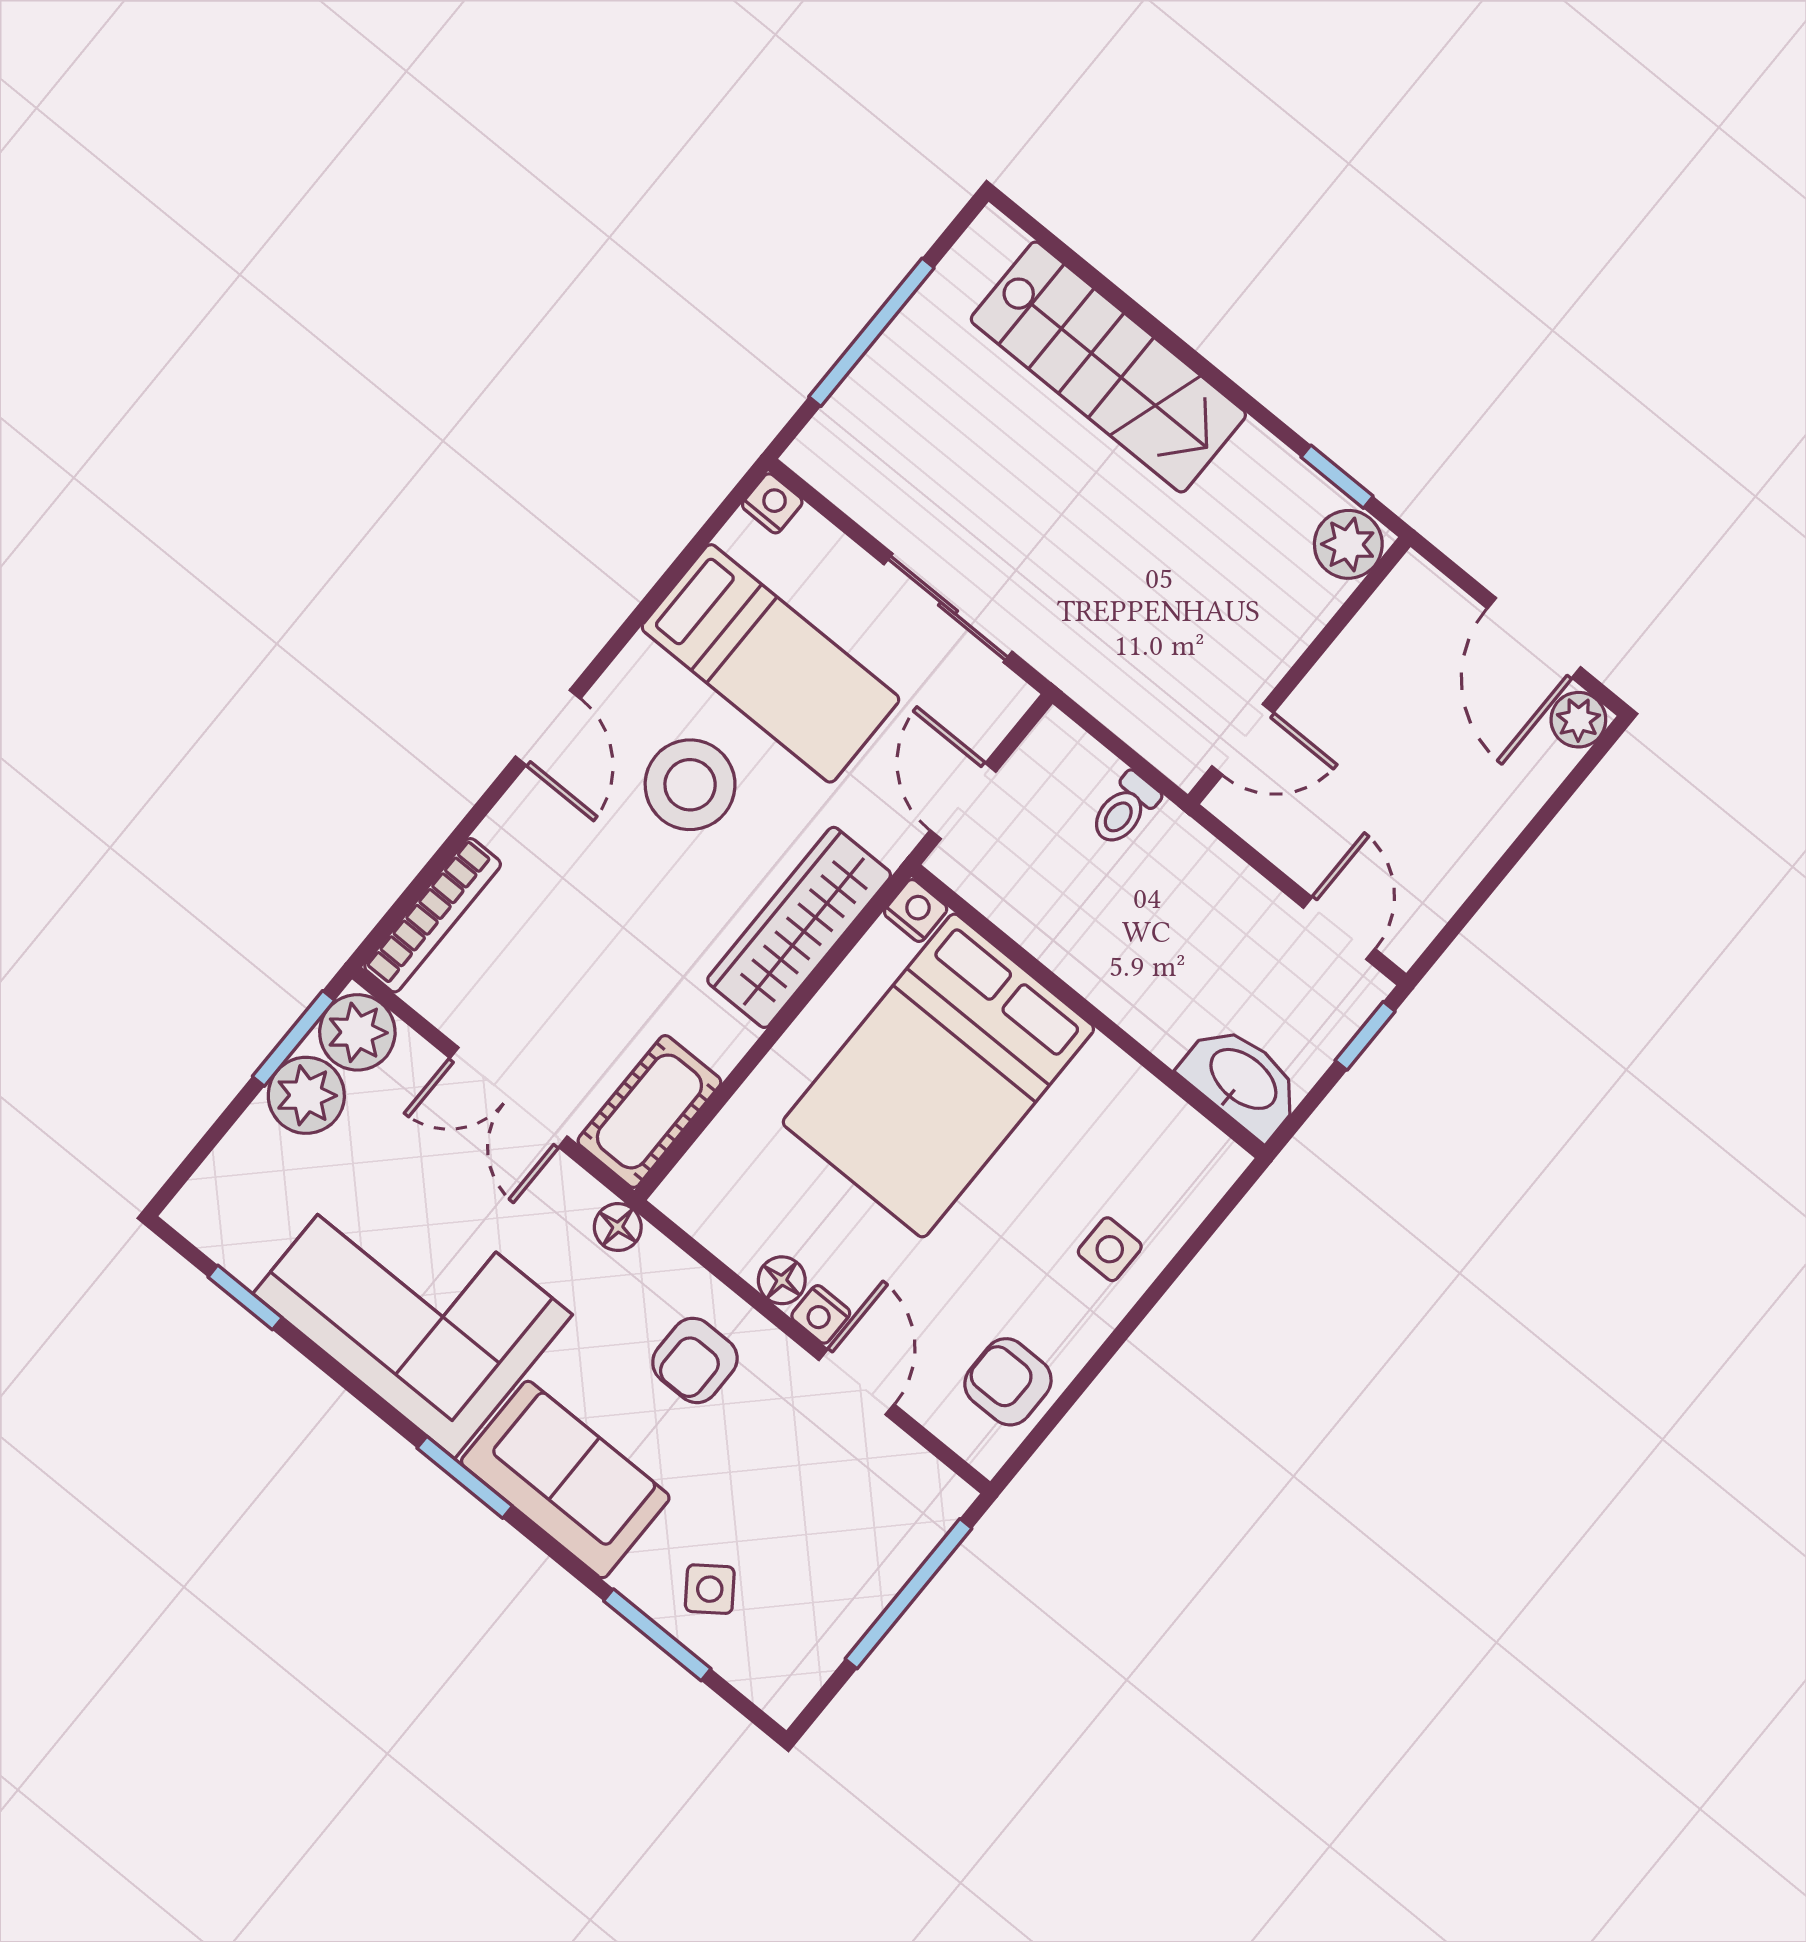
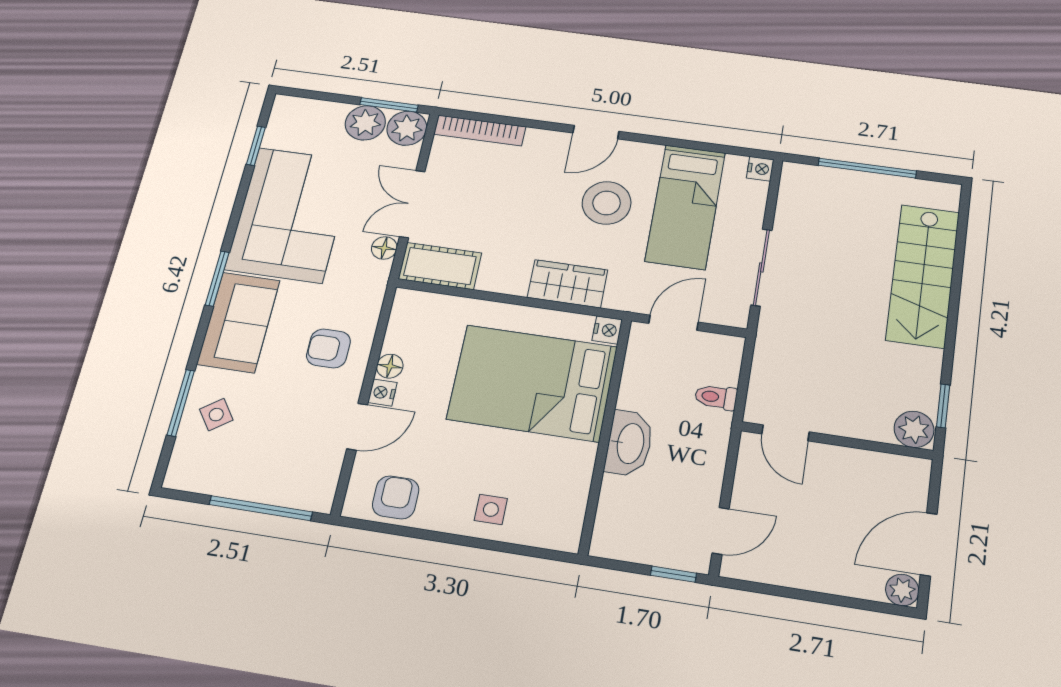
wardrobe: (799, 927) -> (568, 284), width x0.67
washbasin: (1242, 1081) -> (629, 443), moved
floor lamp: (618, 1227) -> (384, 248), moved

